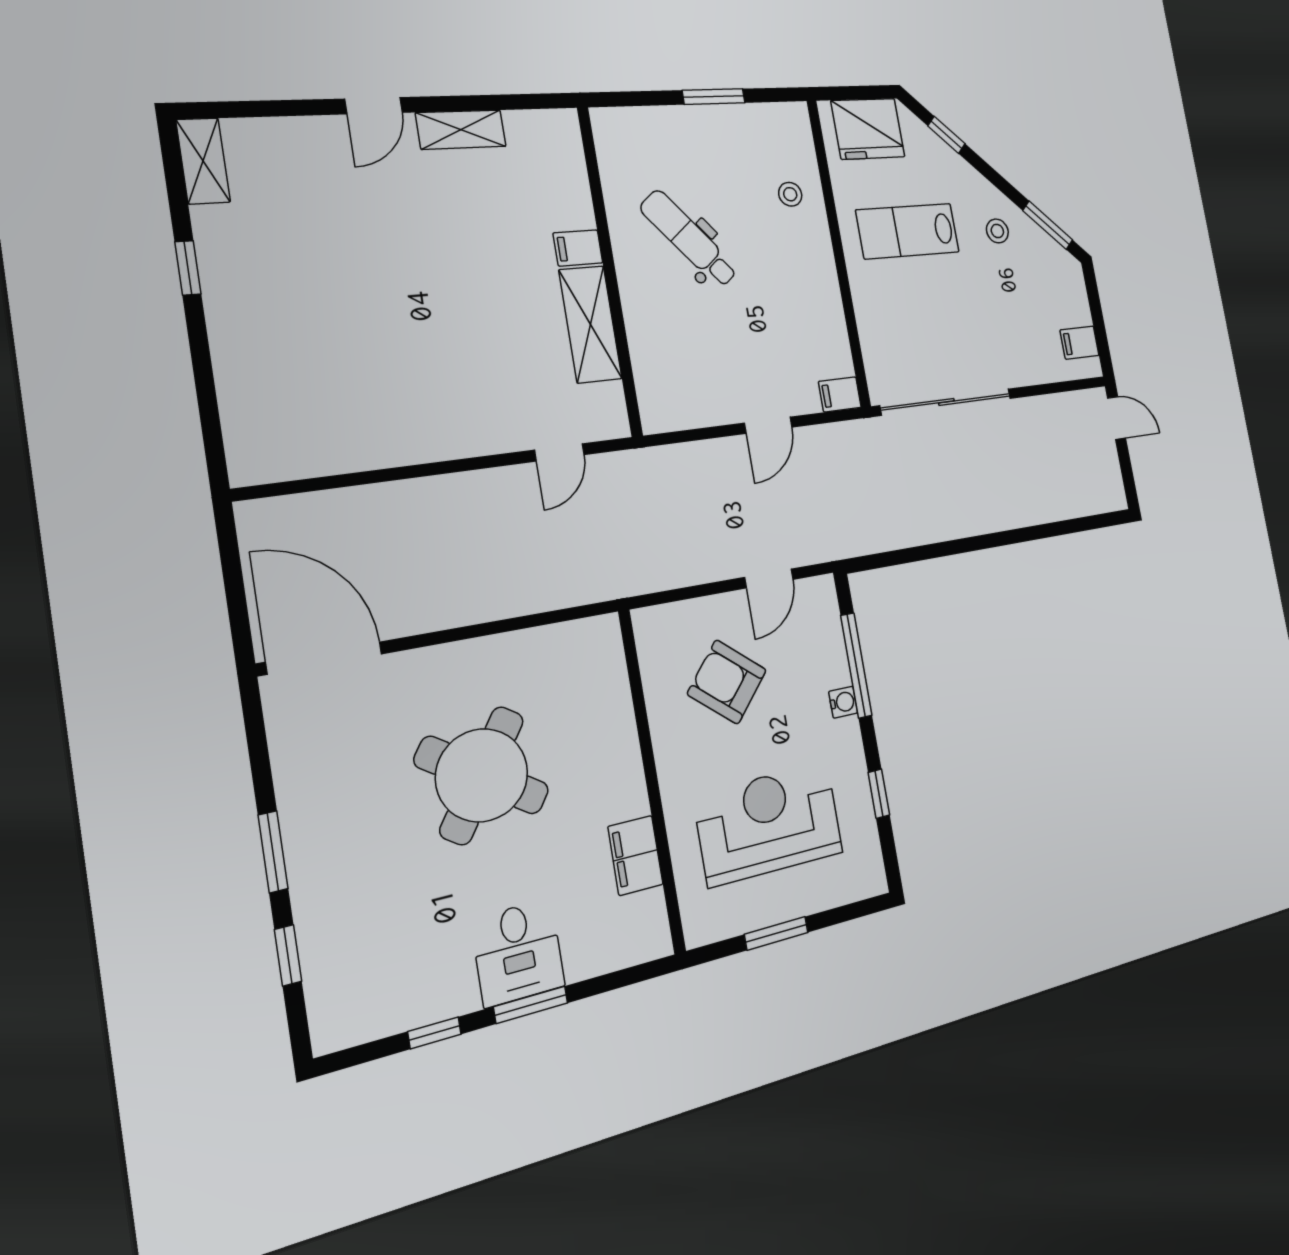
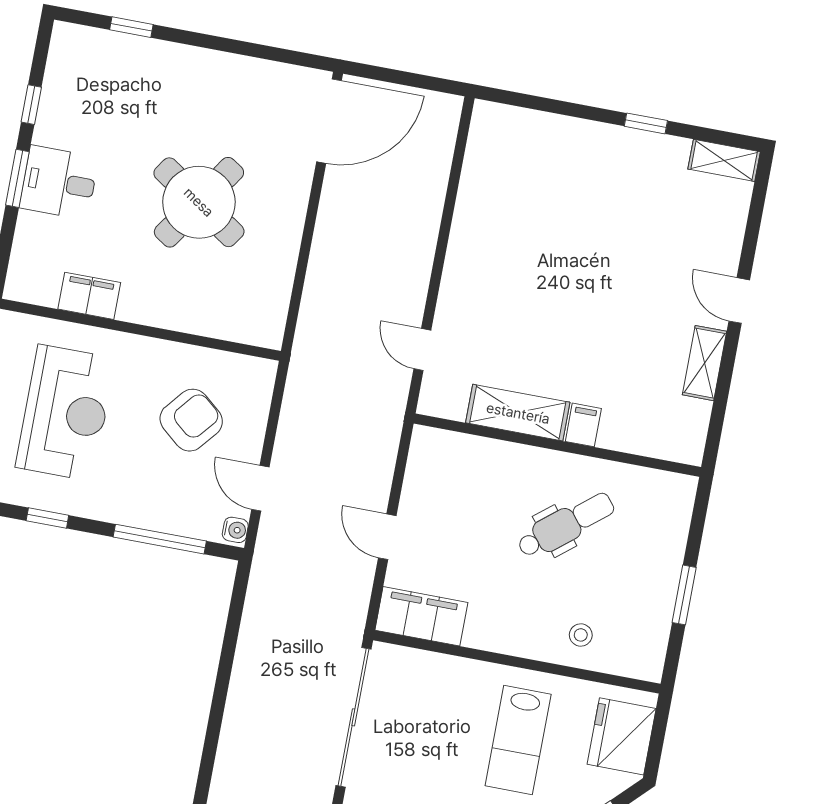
lab bench: (908, 231) -> (518, 740), turned 180
filing cabinet: (840, 394) -> (421, 616), width x3.00, depth x1.17
water cooler: (843, 702) -> (235, 530), moved, turned -90
window: (273, 852) -> (207, 41), removed

